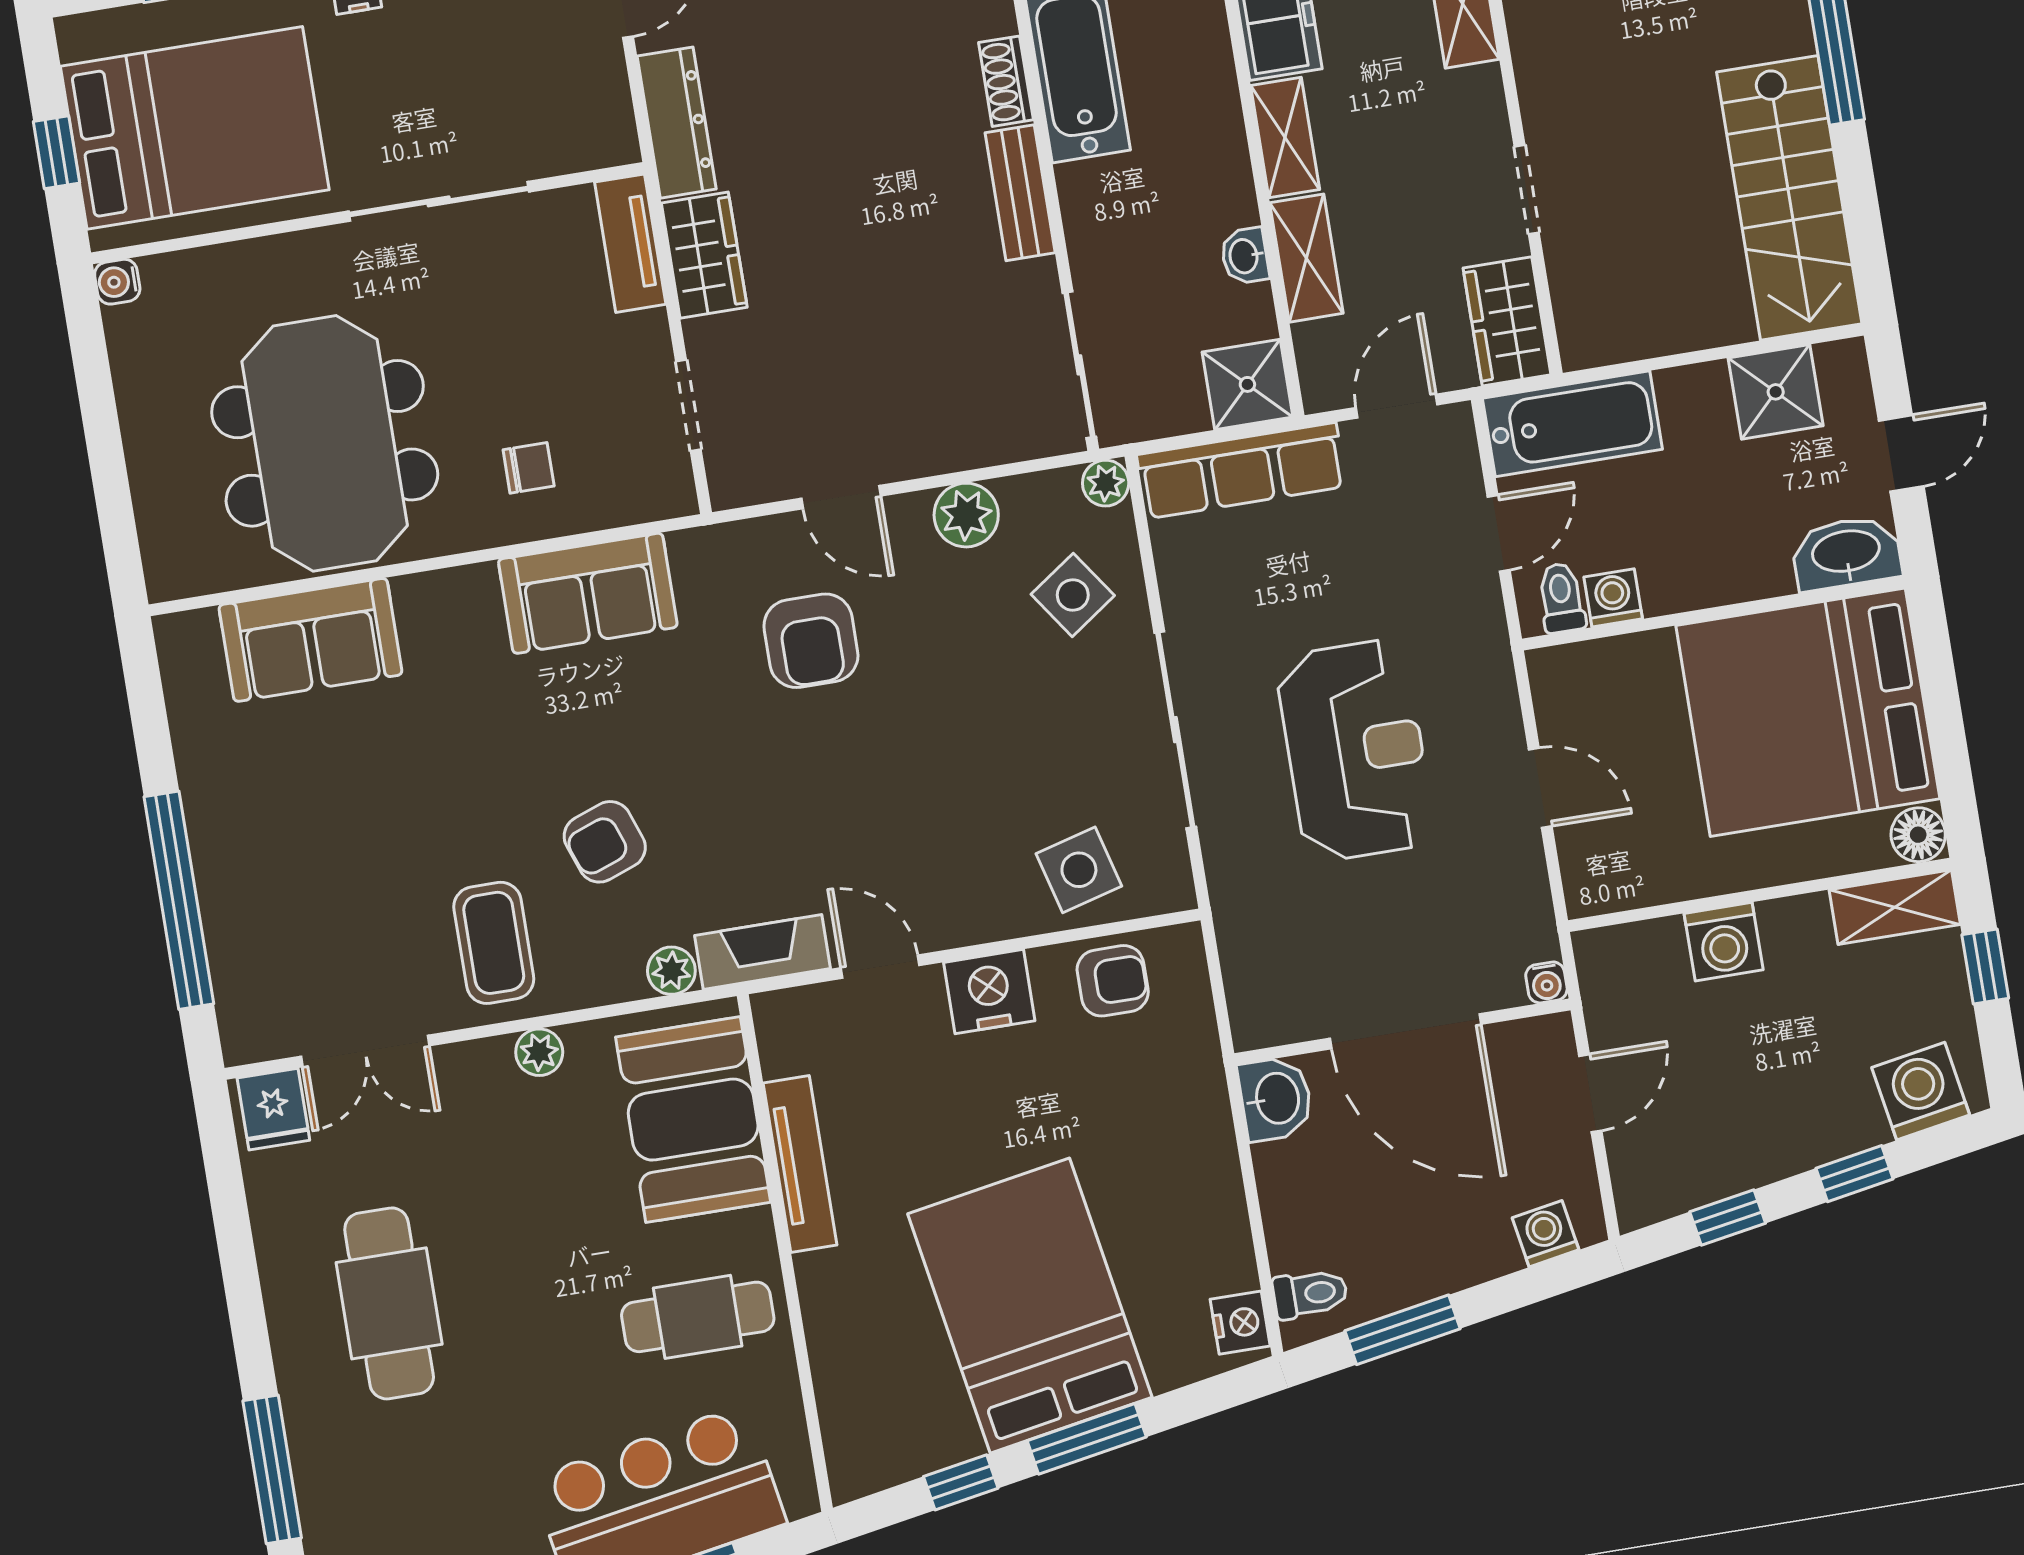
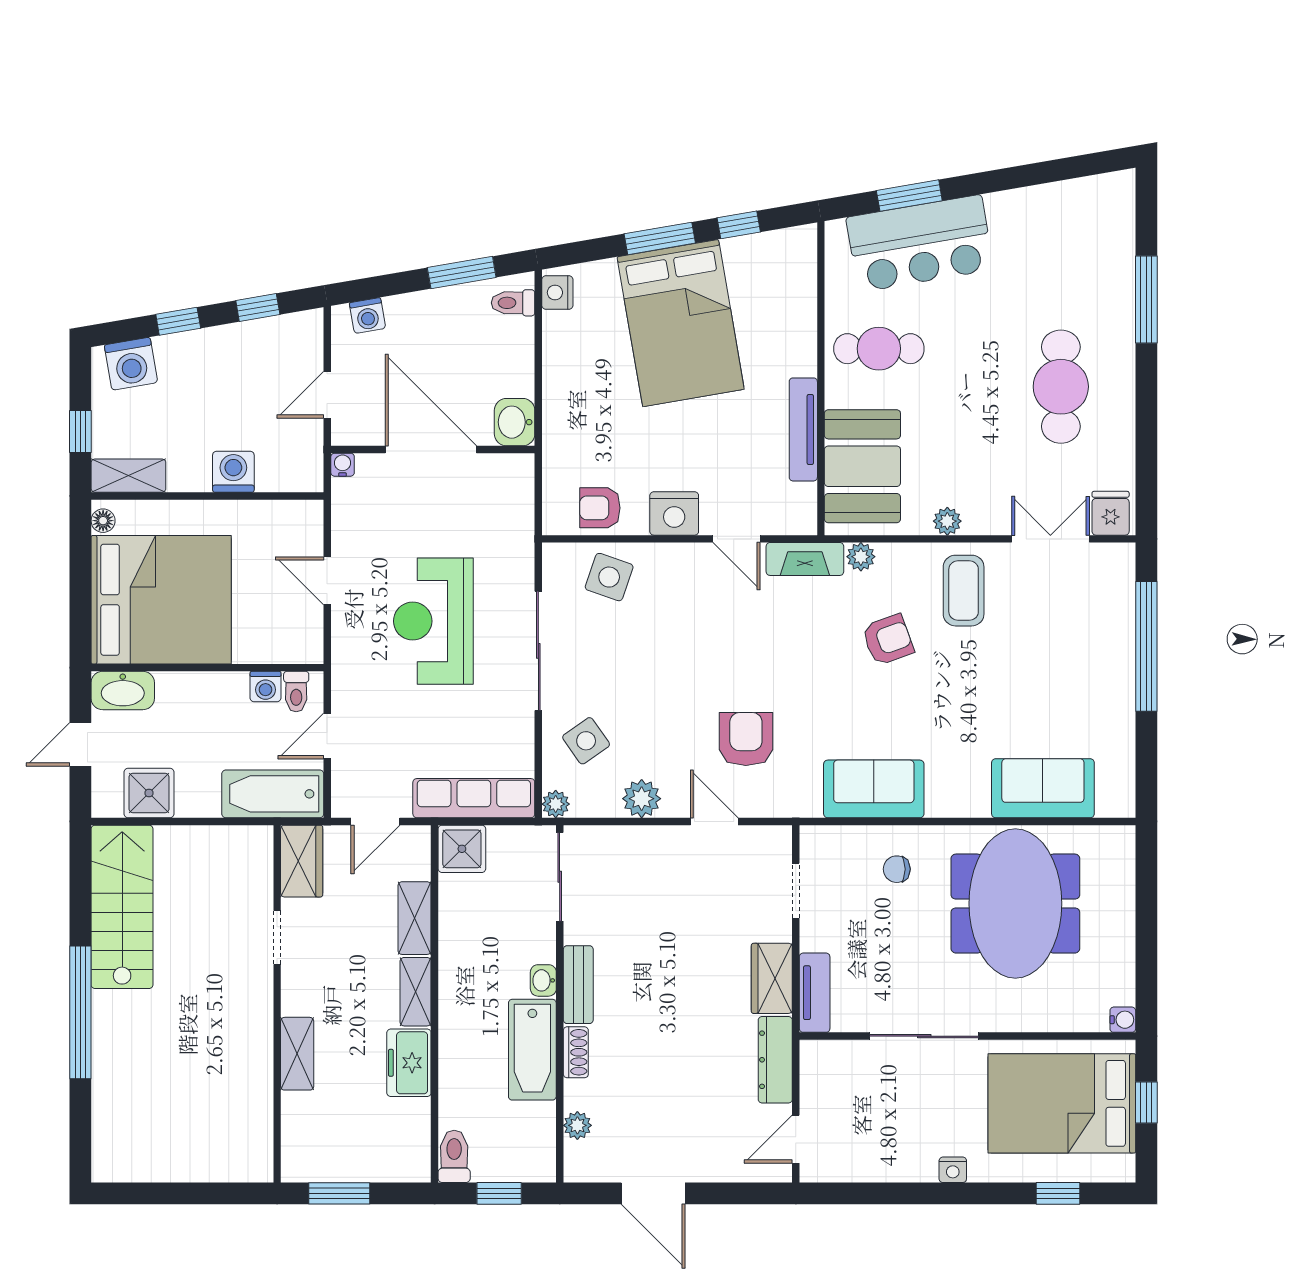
washbasin: (1245, 256) -> (543, 980), moved, turned 180
floor lamp: (1918, 835) -> (103, 521), width x0.73, depth x0.73
side table: (1079, 870) -> (609, 577), turned 34

